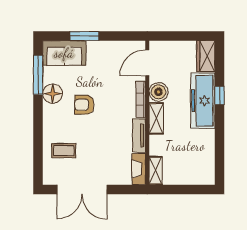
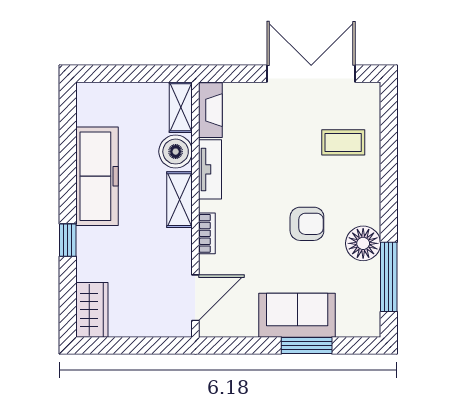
sofa: (64, 53) -> (297, 315), moved
boiler: (158, 92) -> (176, 152), moved
bookcase: (141, 99) -> (207, 233), width x0.64
freezer: (203, 101) -> (97, 176), moved

